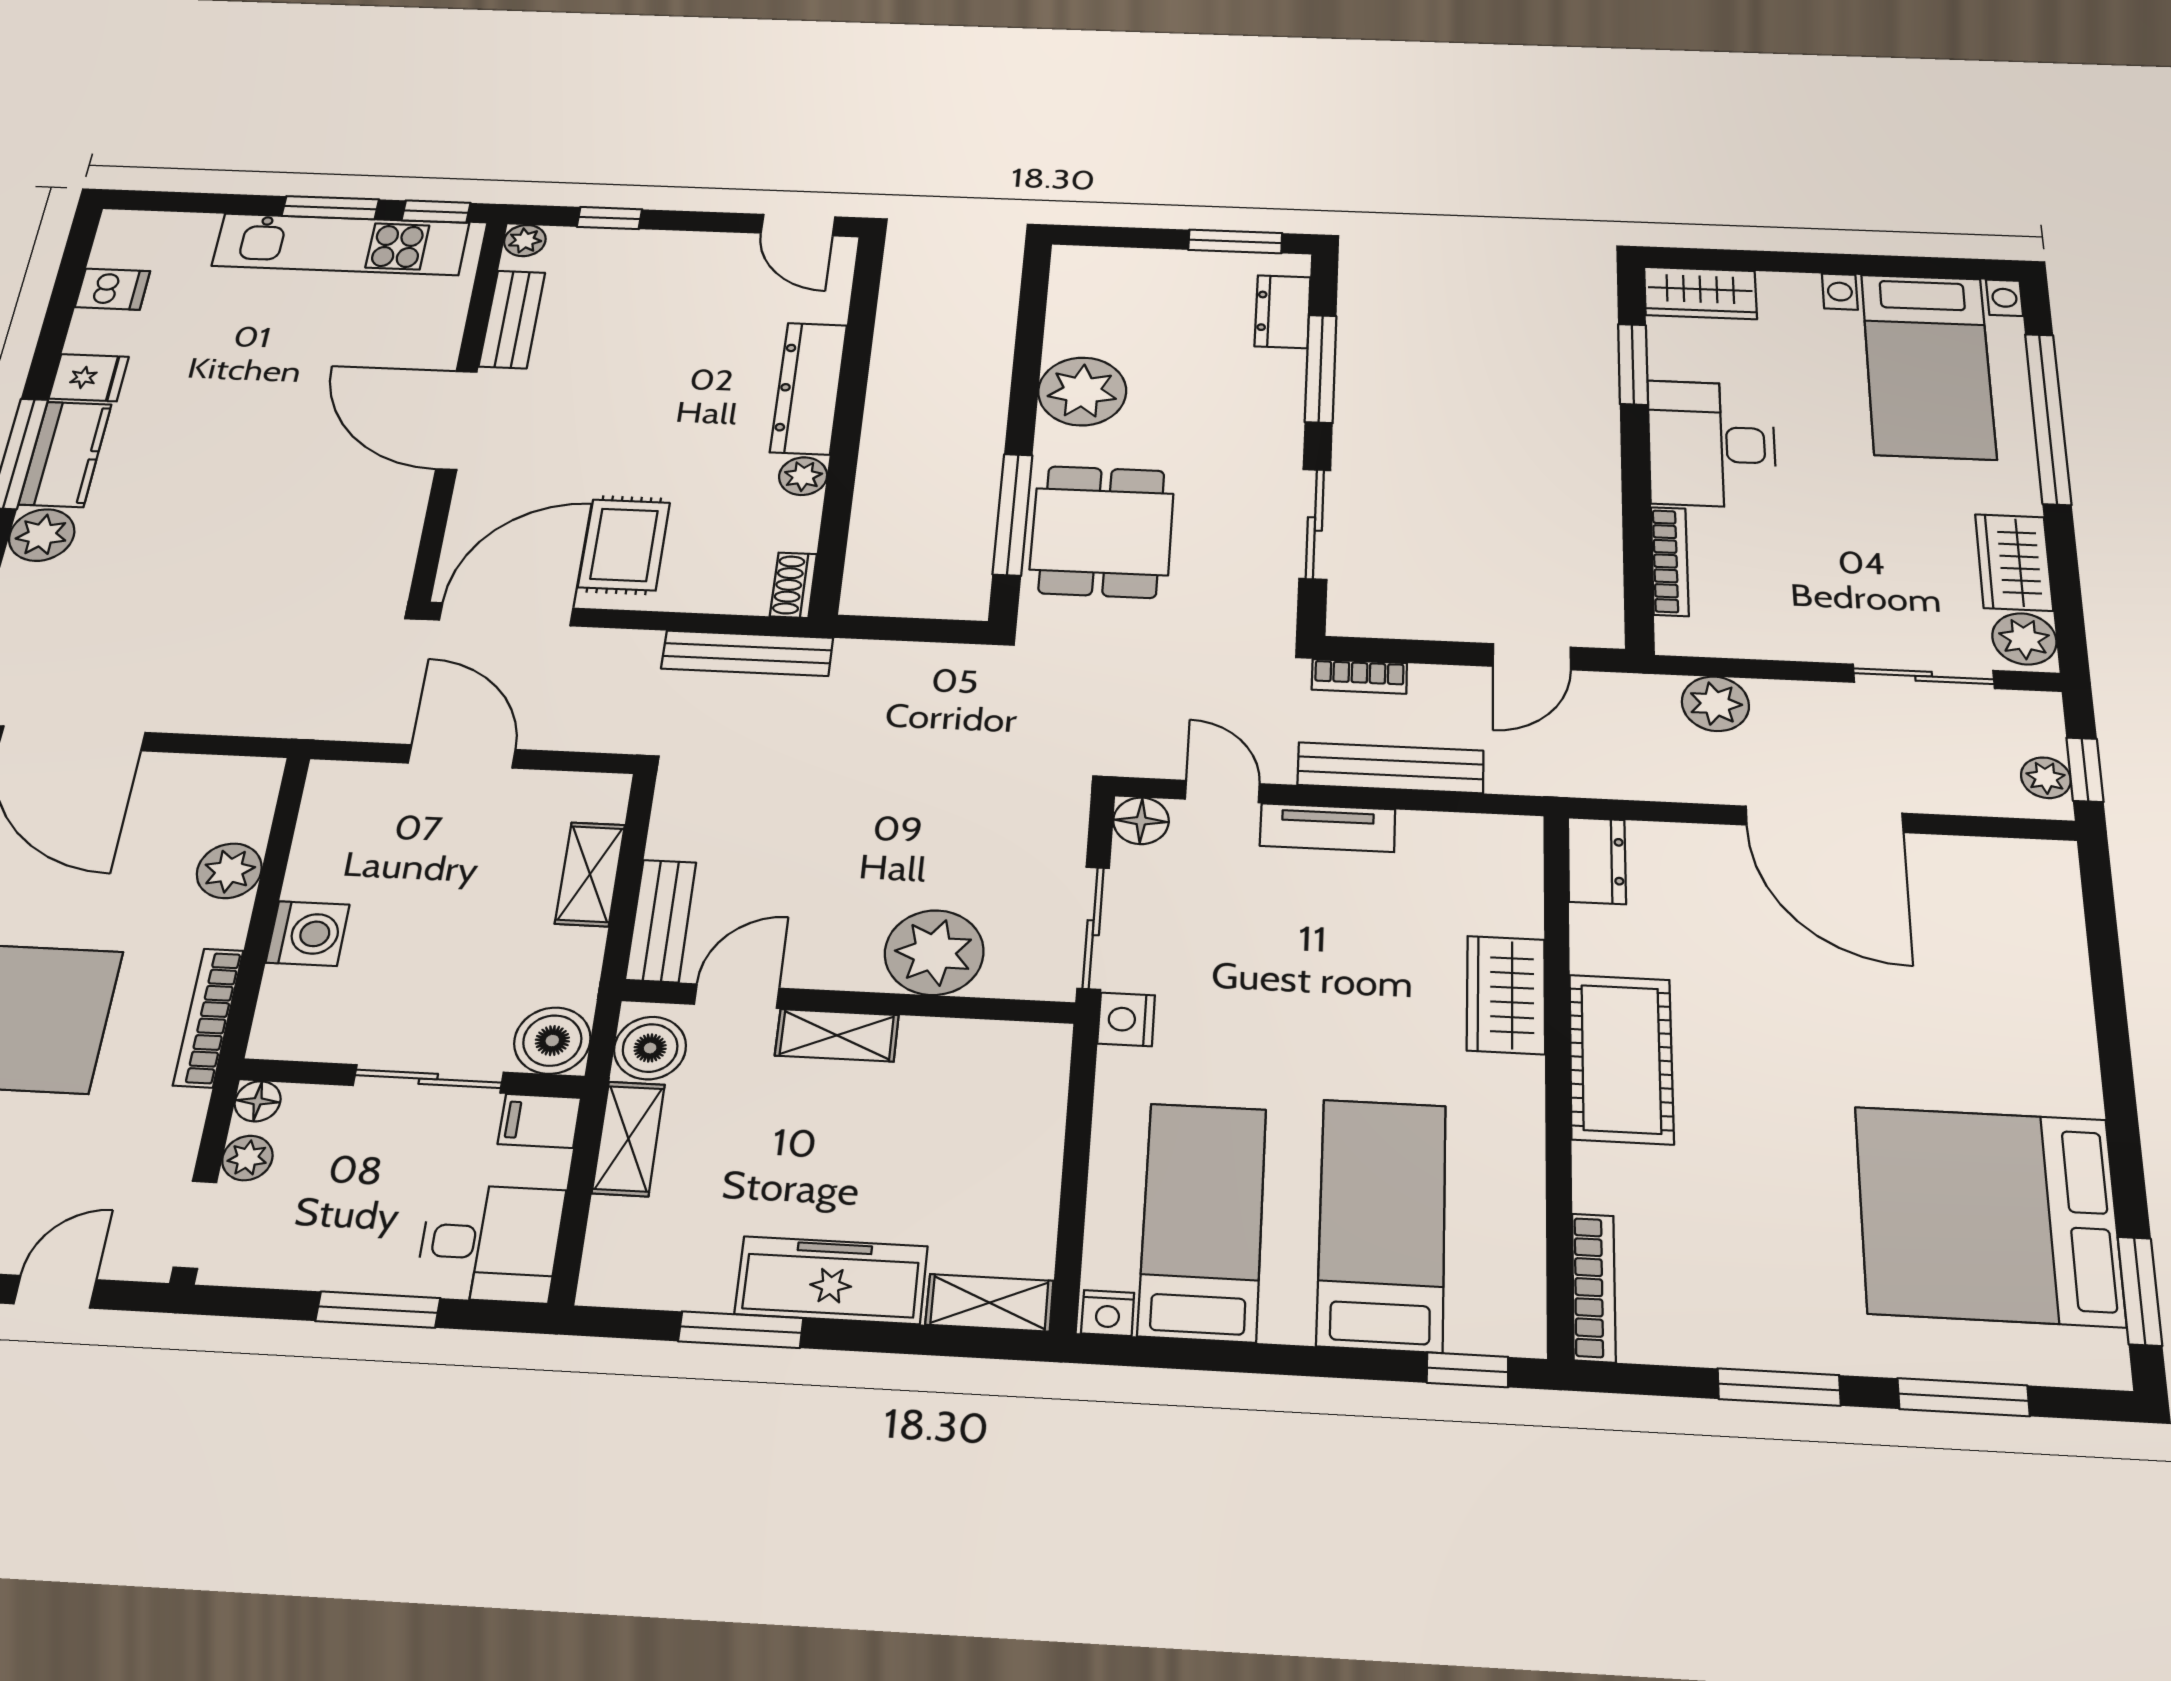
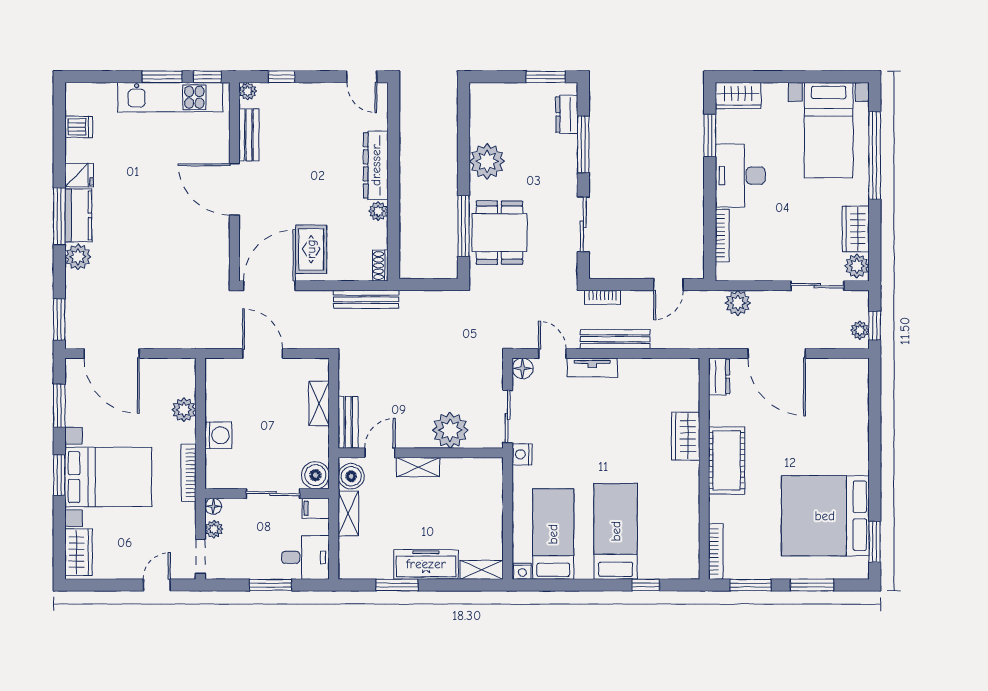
dresser: (1597, 861) -> (719, 377), moved
wardrobe: (1506, 995) -> (686, 436), moved
cot: (1621, 1059) -> (727, 460), moved
wall: (1558, 1076) -> (704, 469), moved
bookcase: (1594, 1287) -> (716, 551), moved

